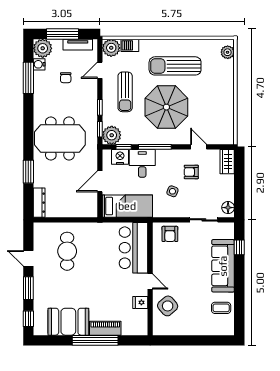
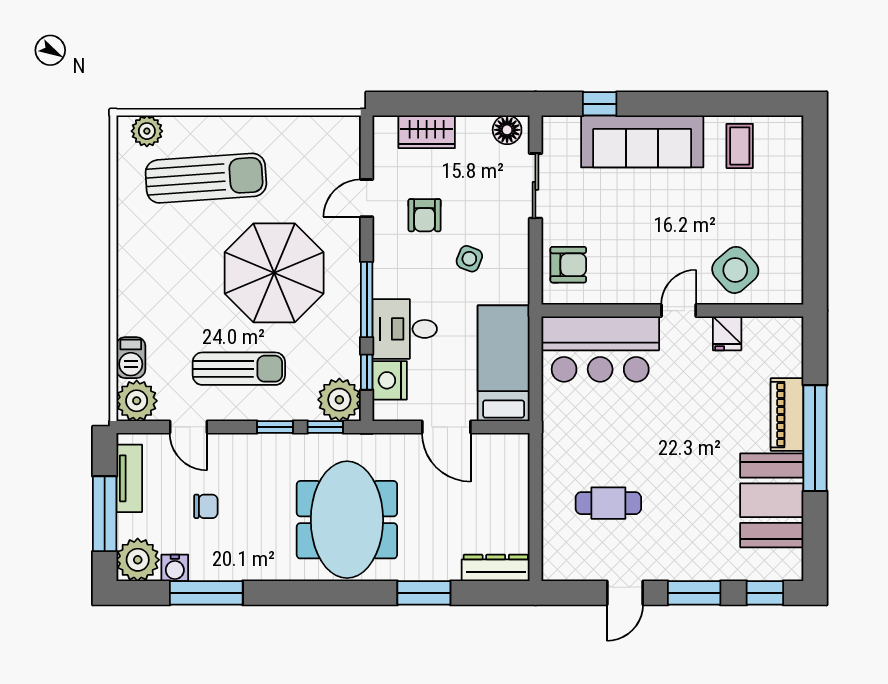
sun lounger: (175, 66) -> (206, 178), moved, turned -94
wardrobe: (227, 162) -> (427, 132), moved
cafe table: (67, 251) -> (608, 503), width x0.73, depth x0.74

